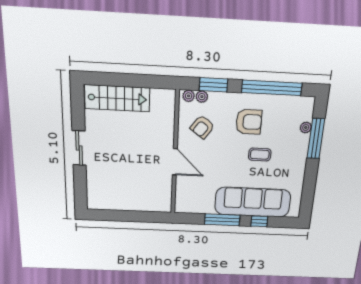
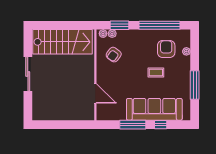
stairs: (117, 98) -> (63, 42), width x1.36, depth x1.51
armchair: (249, 122) -> (166, 49), moved, turned -90
window: (316, 139) -> (195, 85), moved
sliding door: (79, 148) -> (28, 74), width x1.37
door: (175, 162) -> (95, 93), moved

